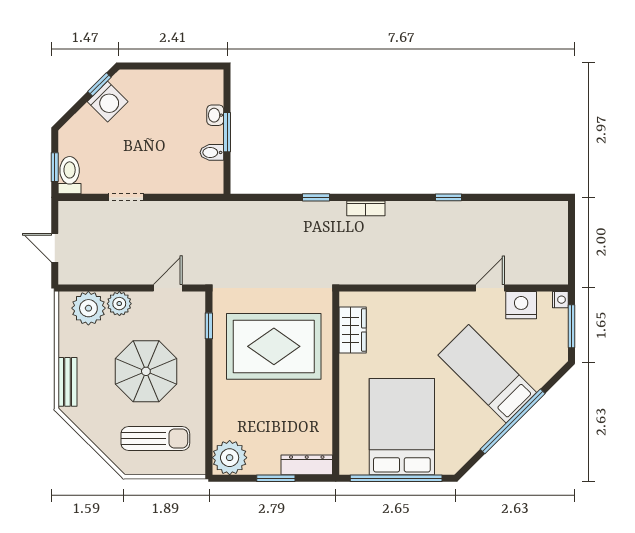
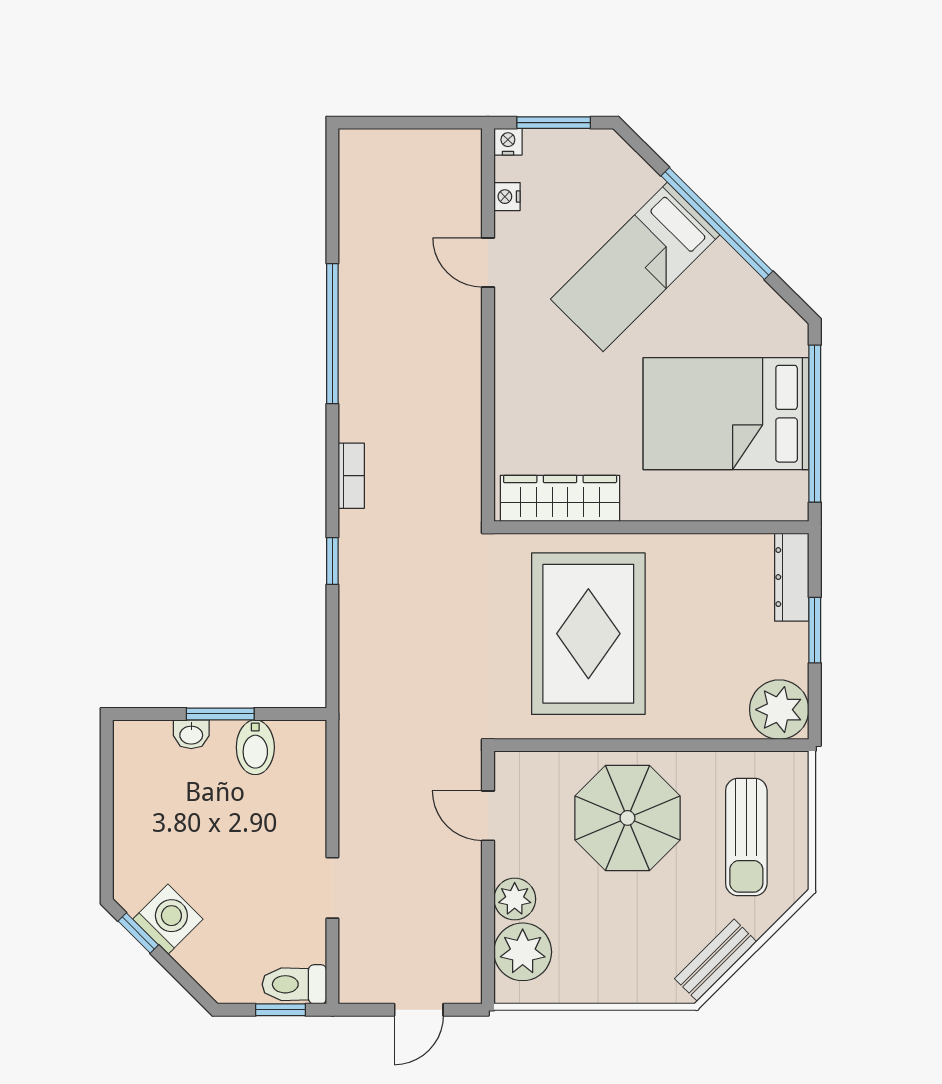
bidet: (212, 152) -> (255, 747), width x1.38, depth x1.36
window: (449, 197) -> (332, 334), width x3.17
nightstand: (521, 305) -> (507, 197), width x0.53, depth x0.56
window: (209, 326) -> (553, 745), removed
wardrobe: (353, 330) -> (560, 498), width x1.50
parasol: (146, 371) -> (627, 818), moved
bench: (68, 382) -> (716, 960), moved, turned -45
sun lounger: (155, 438) -> (746, 837), turned 180

